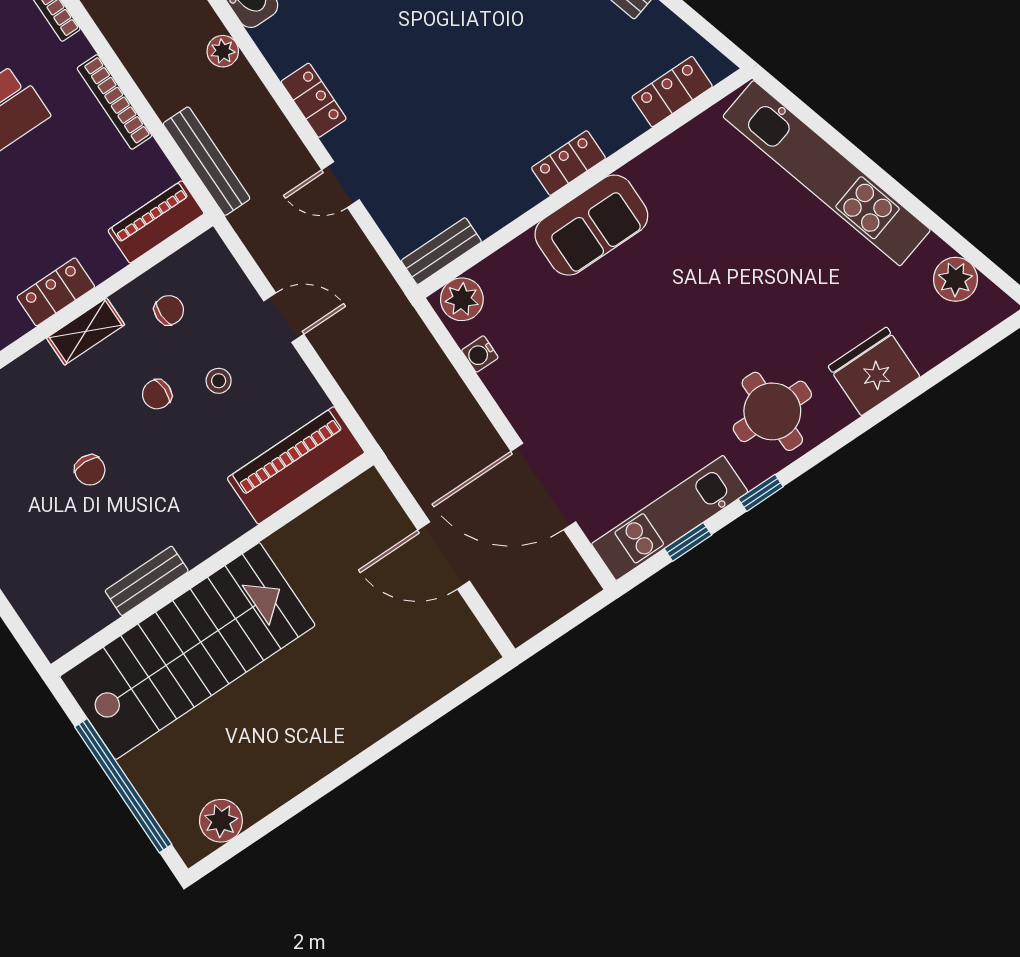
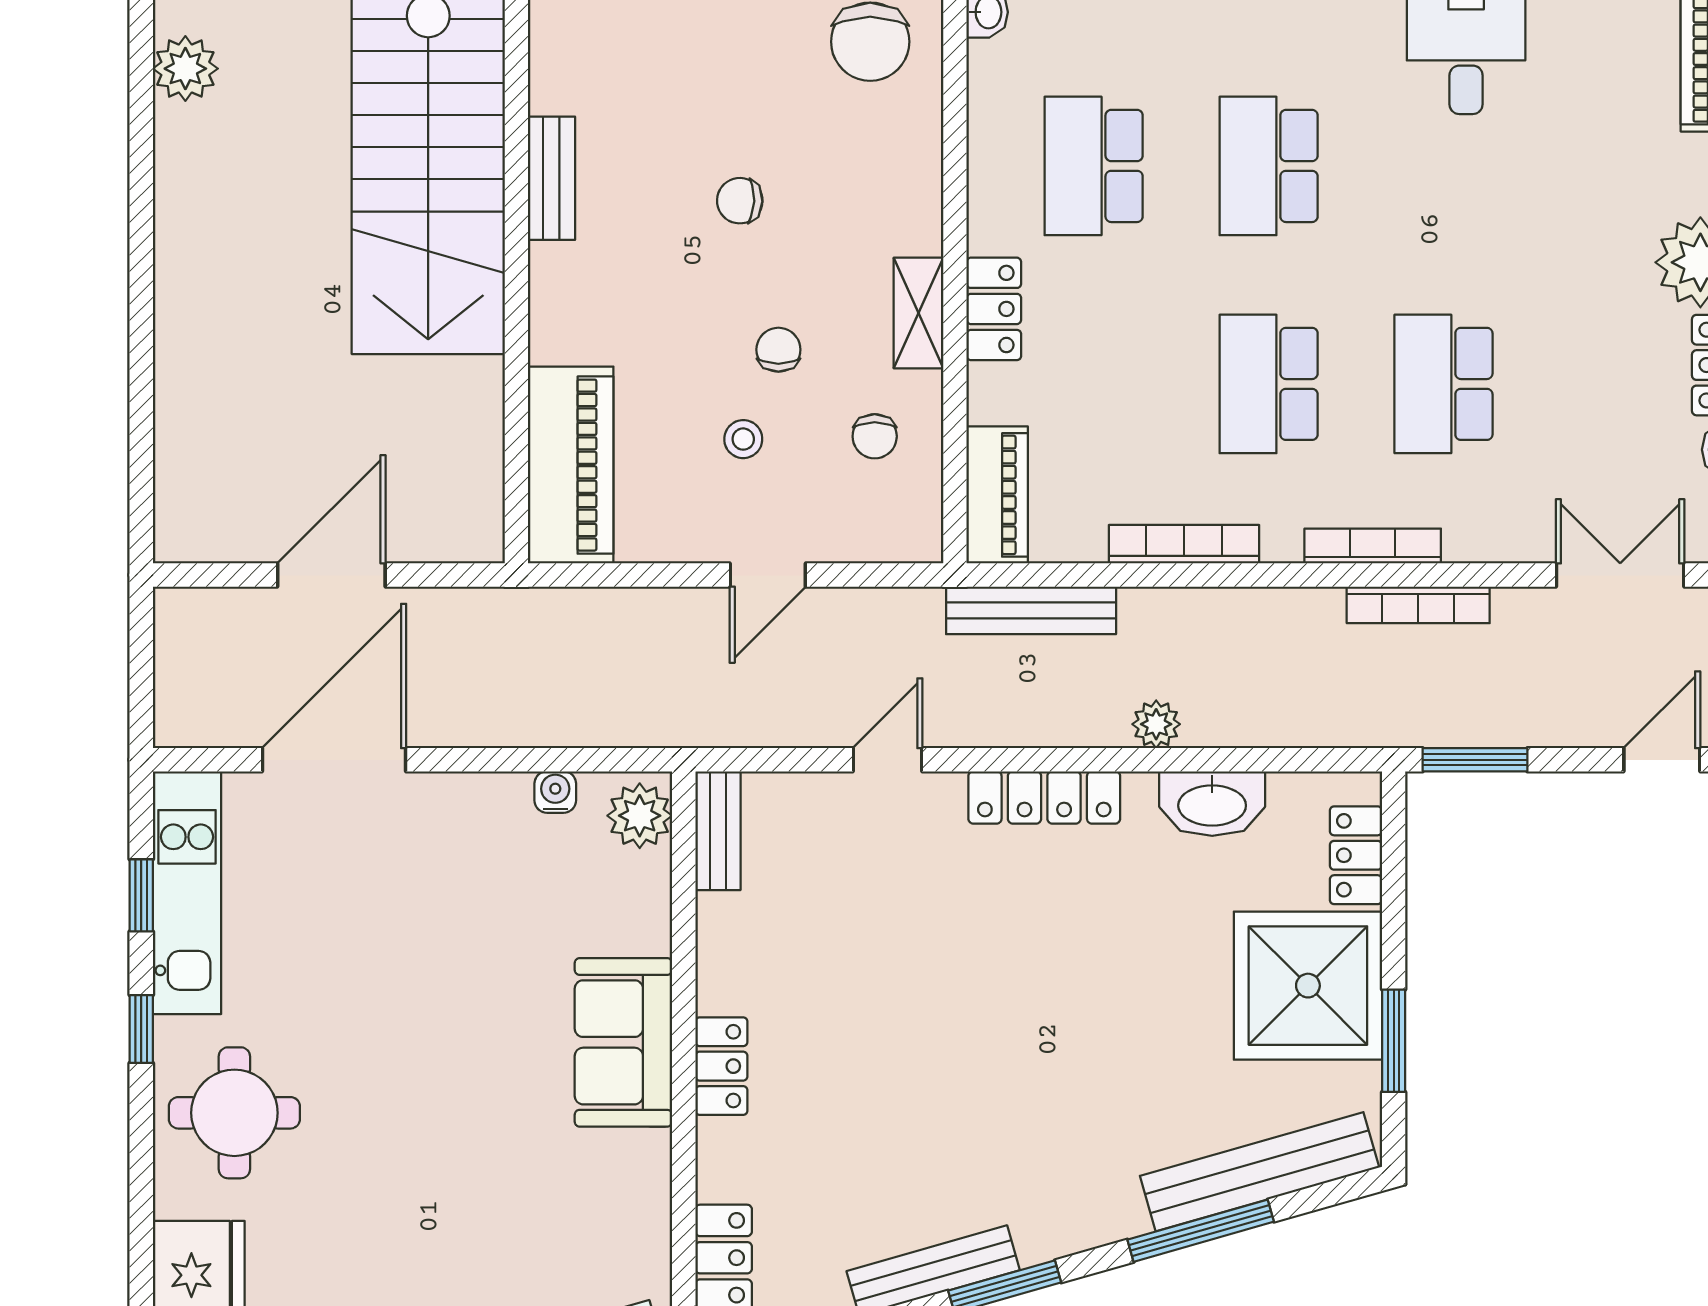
locker: (314, 100) -> (1044, 797), width x1.53

